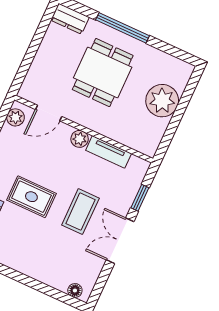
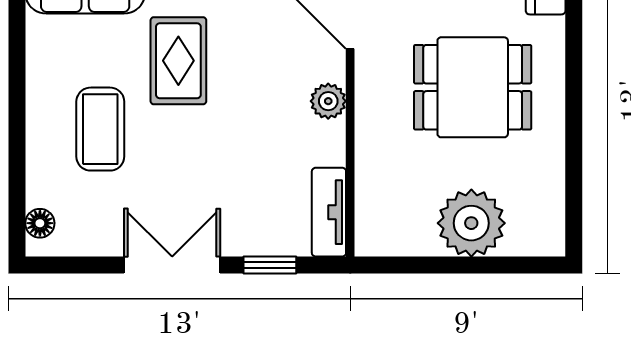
window: (123, 28) -> (574, 86), removed
tv unit: (109, 152) -> (329, 212), moved
coffee table: (80, 212) -> (100, 129), moved, turned 90

